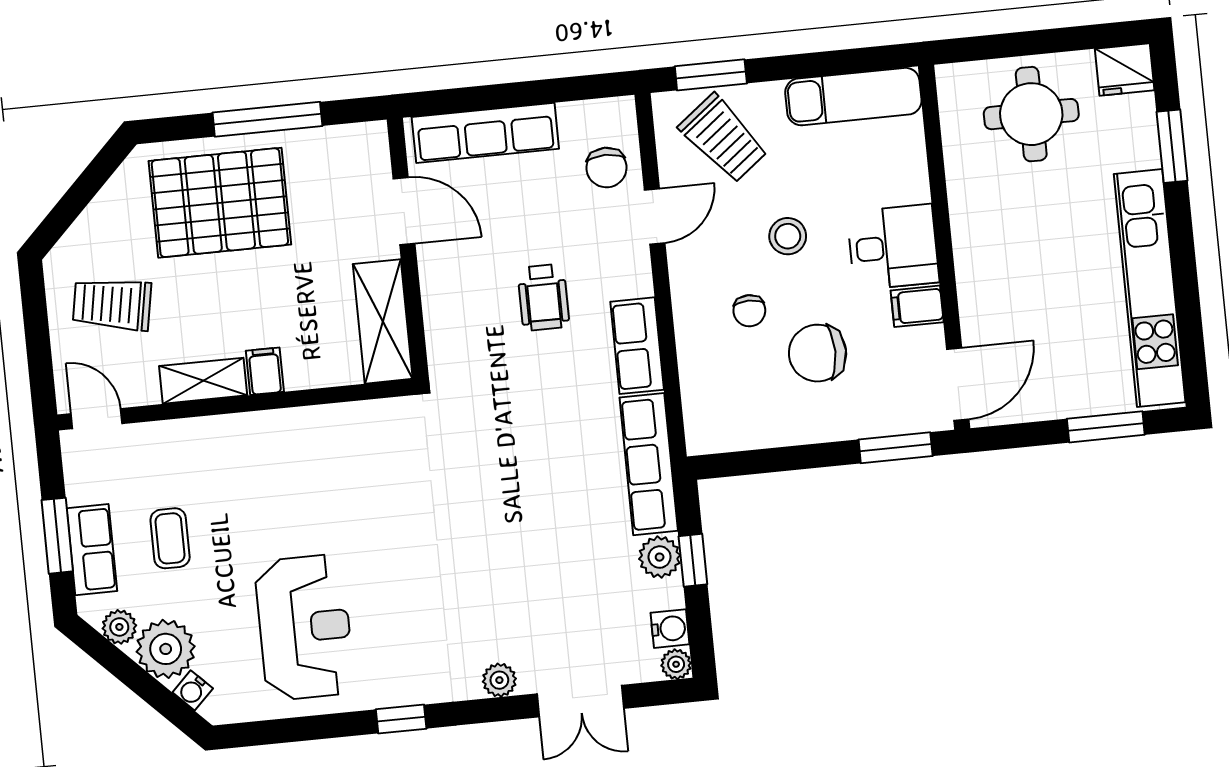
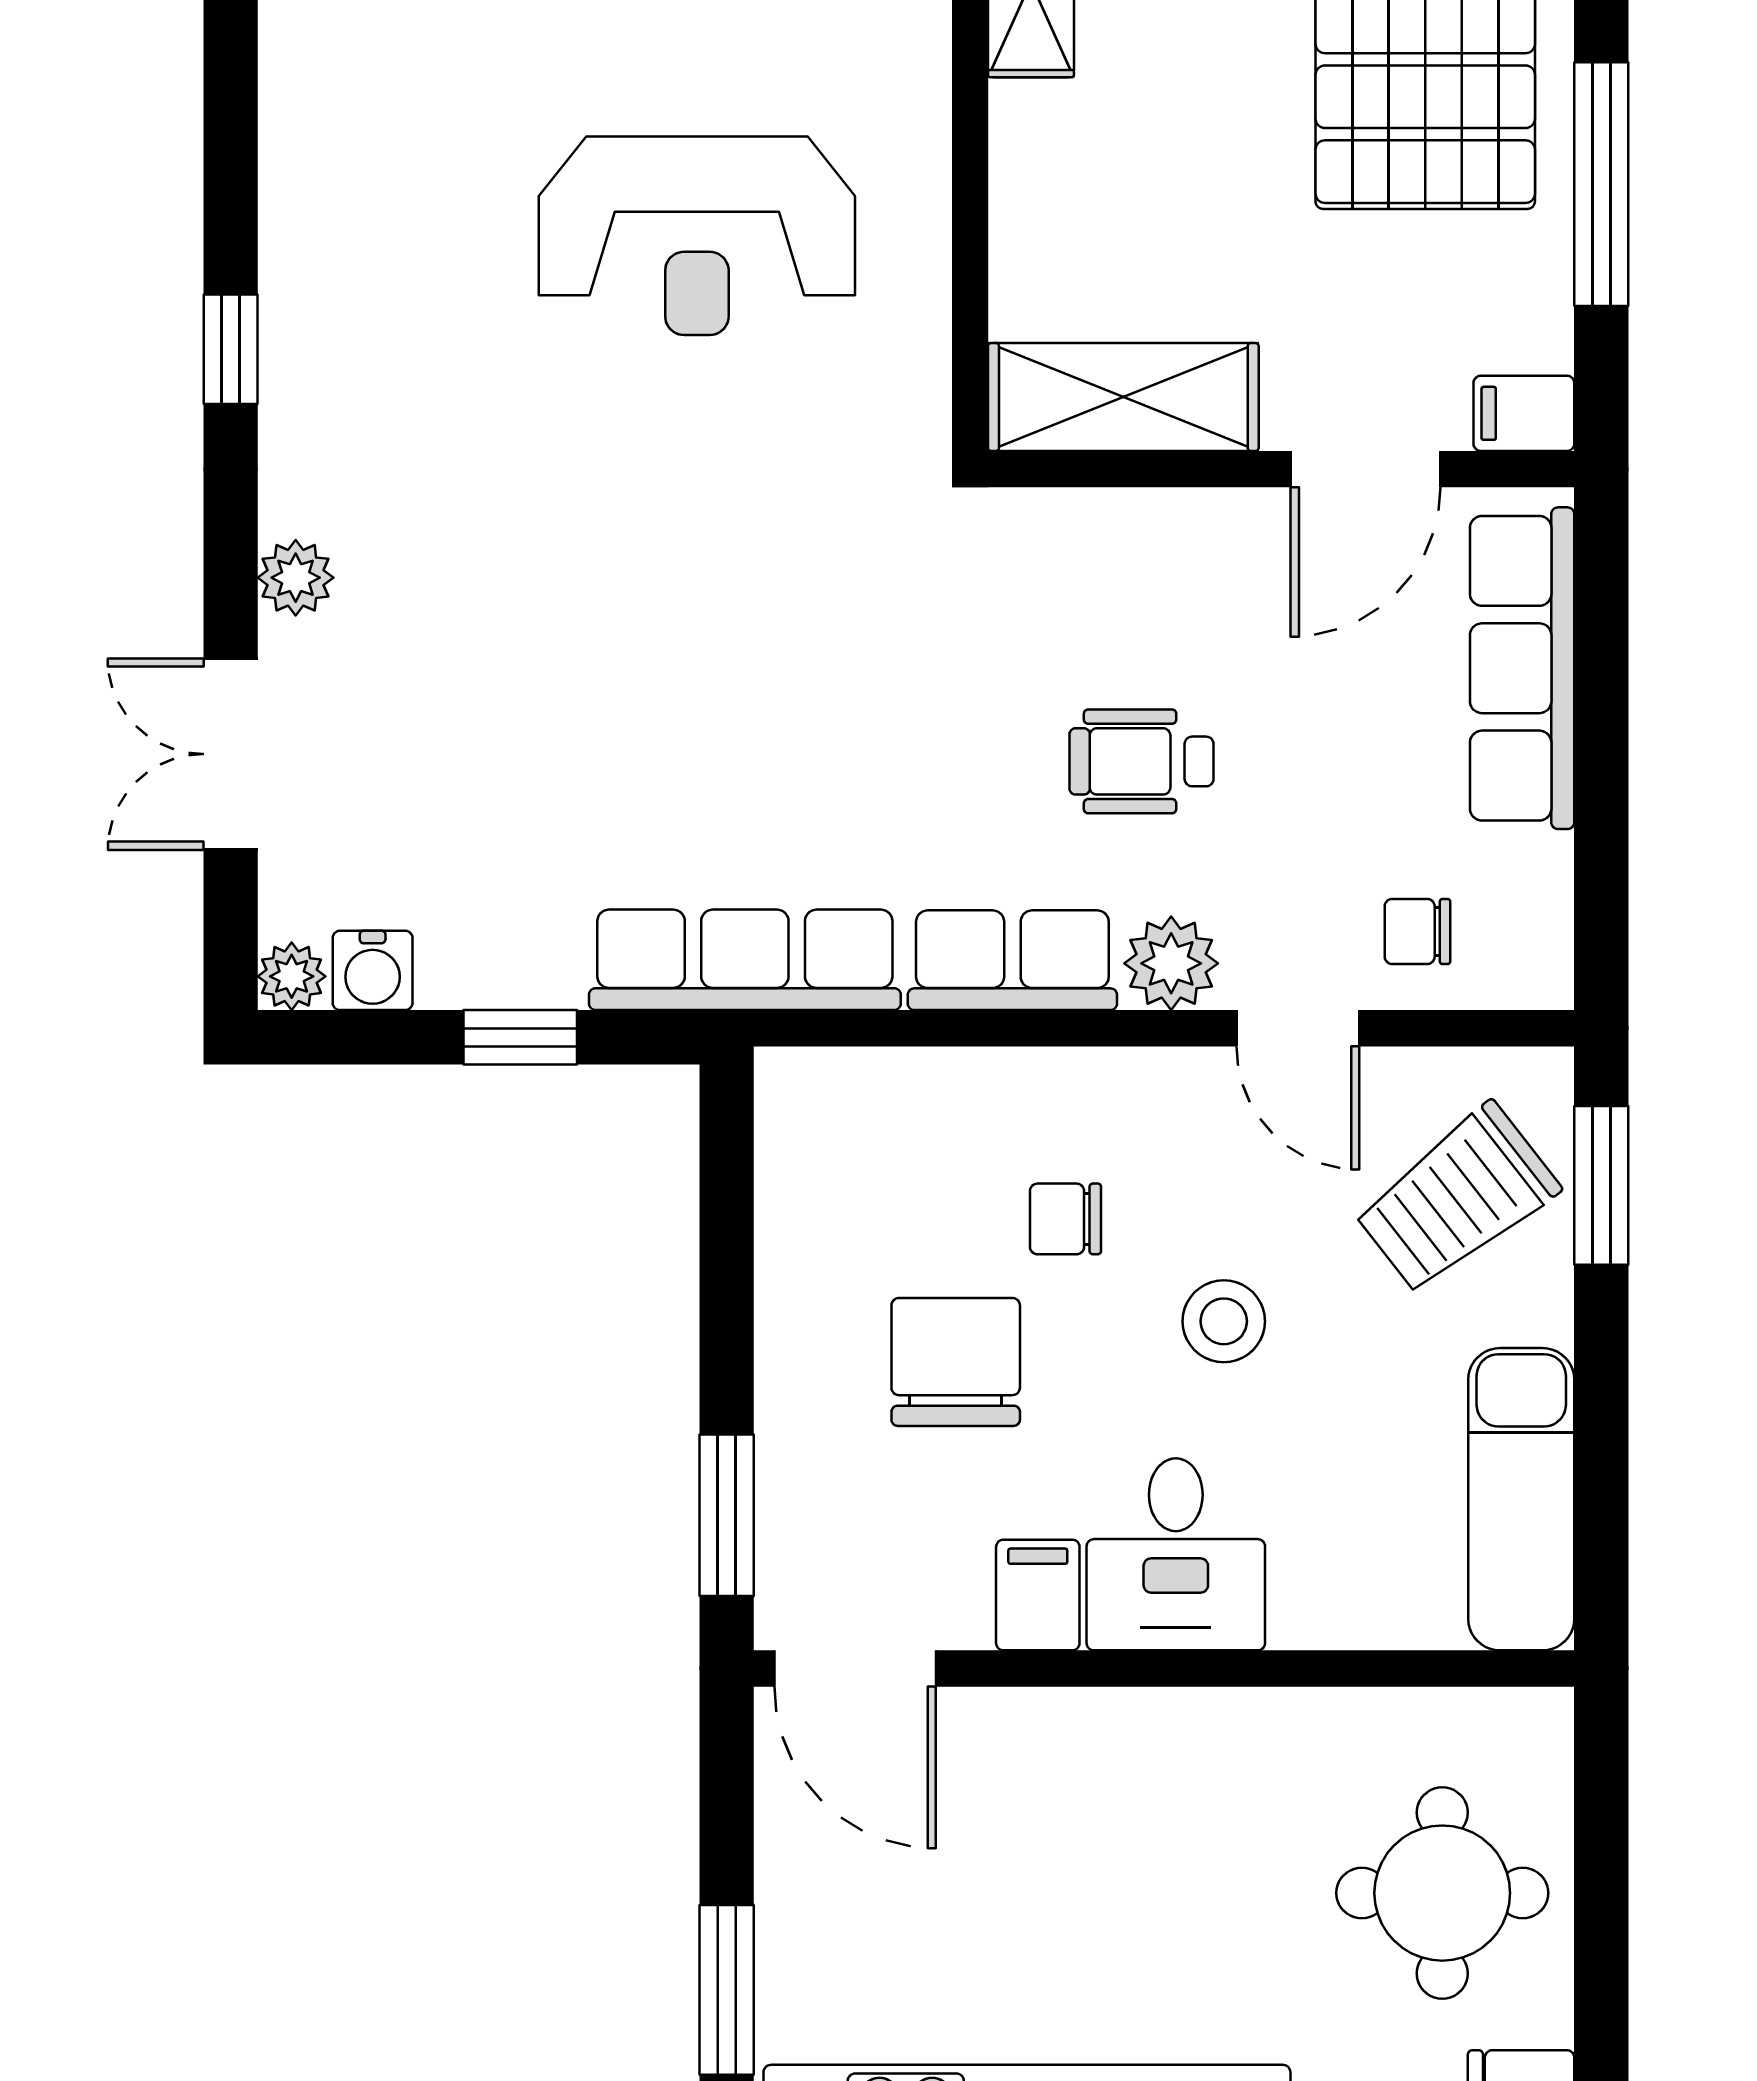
chair: (606, 168) -> (1418, 931), width x0.73, depth x0.73
filing cabinet: (265, 371) -> (1524, 413), moved, turned 180
plant: (660, 557) -> (1171, 963), moved
reception desk: (305, 627) -> (697, 236), moved

